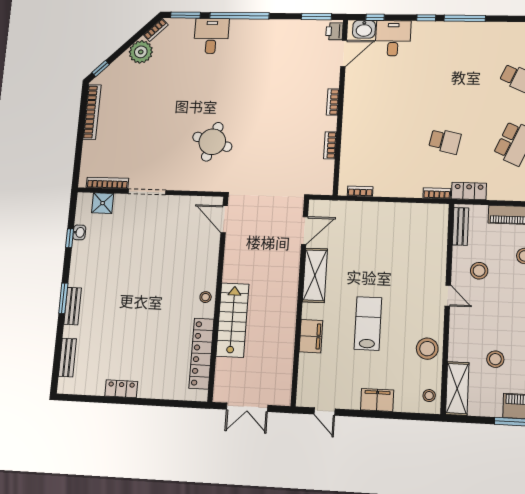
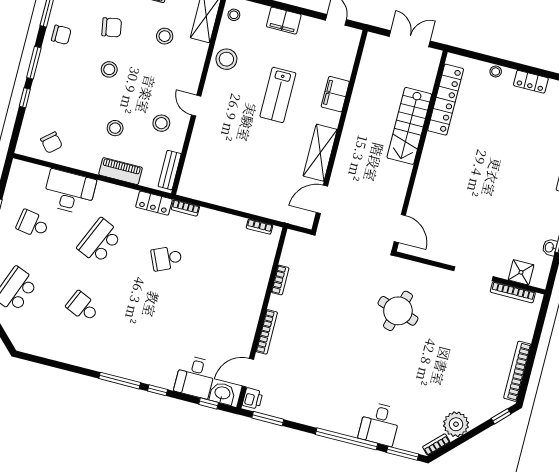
bookcase: (333, 102) -> (267, 332), width x1.56
school desk: (445, 141) -> (166, 258), turned -36
stool: (206, 297) -> (496, 72), moved

